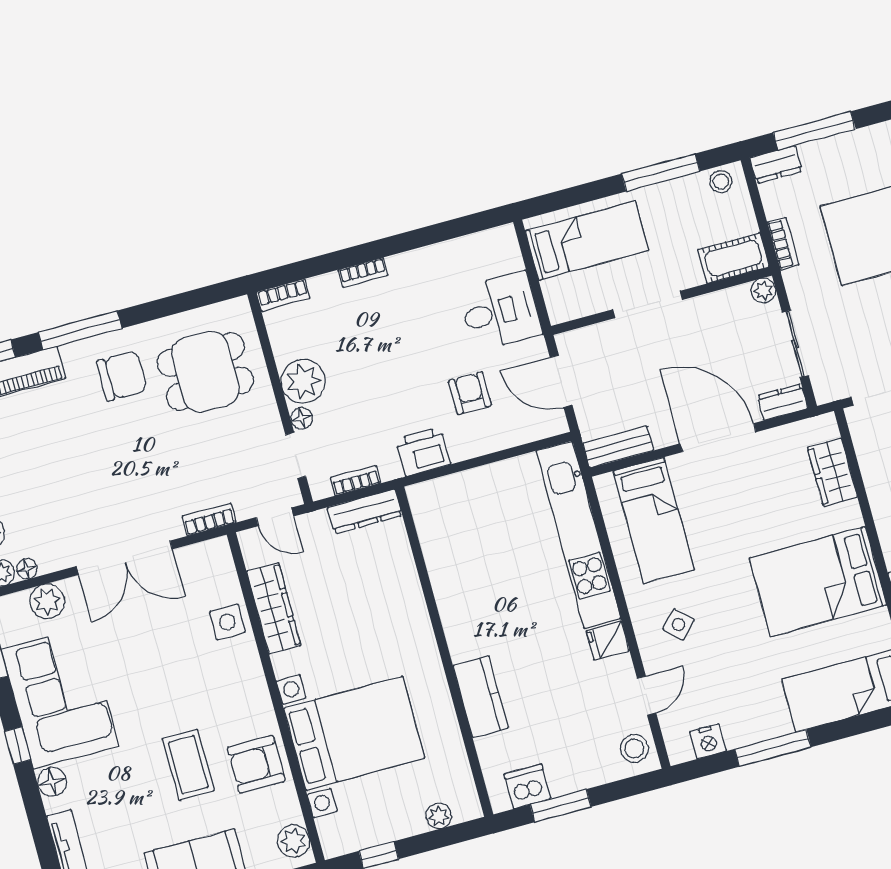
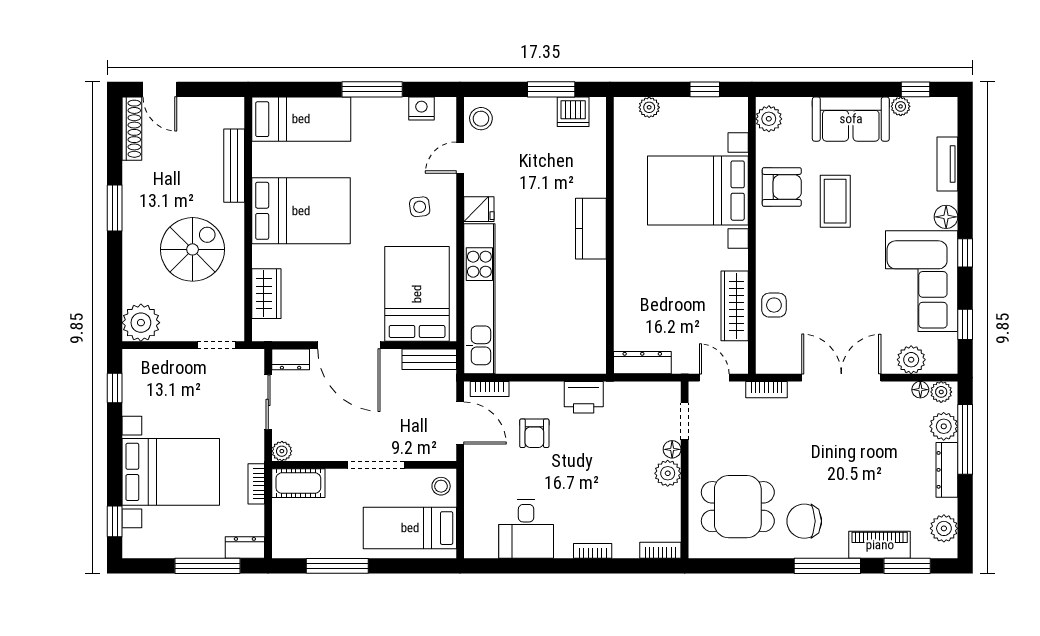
stool: (721, 182) -> (441, 486), moved
desk: (500, 311) -> (526, 529), moved, turned -90
plant: (303, 381) -> (668, 473), width x0.73, depth x0.73
bookcase: (355, 480) -> (490, 389), moved
bed: (654, 520) -> (417, 294), width x1.50
side table: (679, 624) -> (420, 207), turned 38
kitchen counter: (481, 697) -> (591, 229), moved

